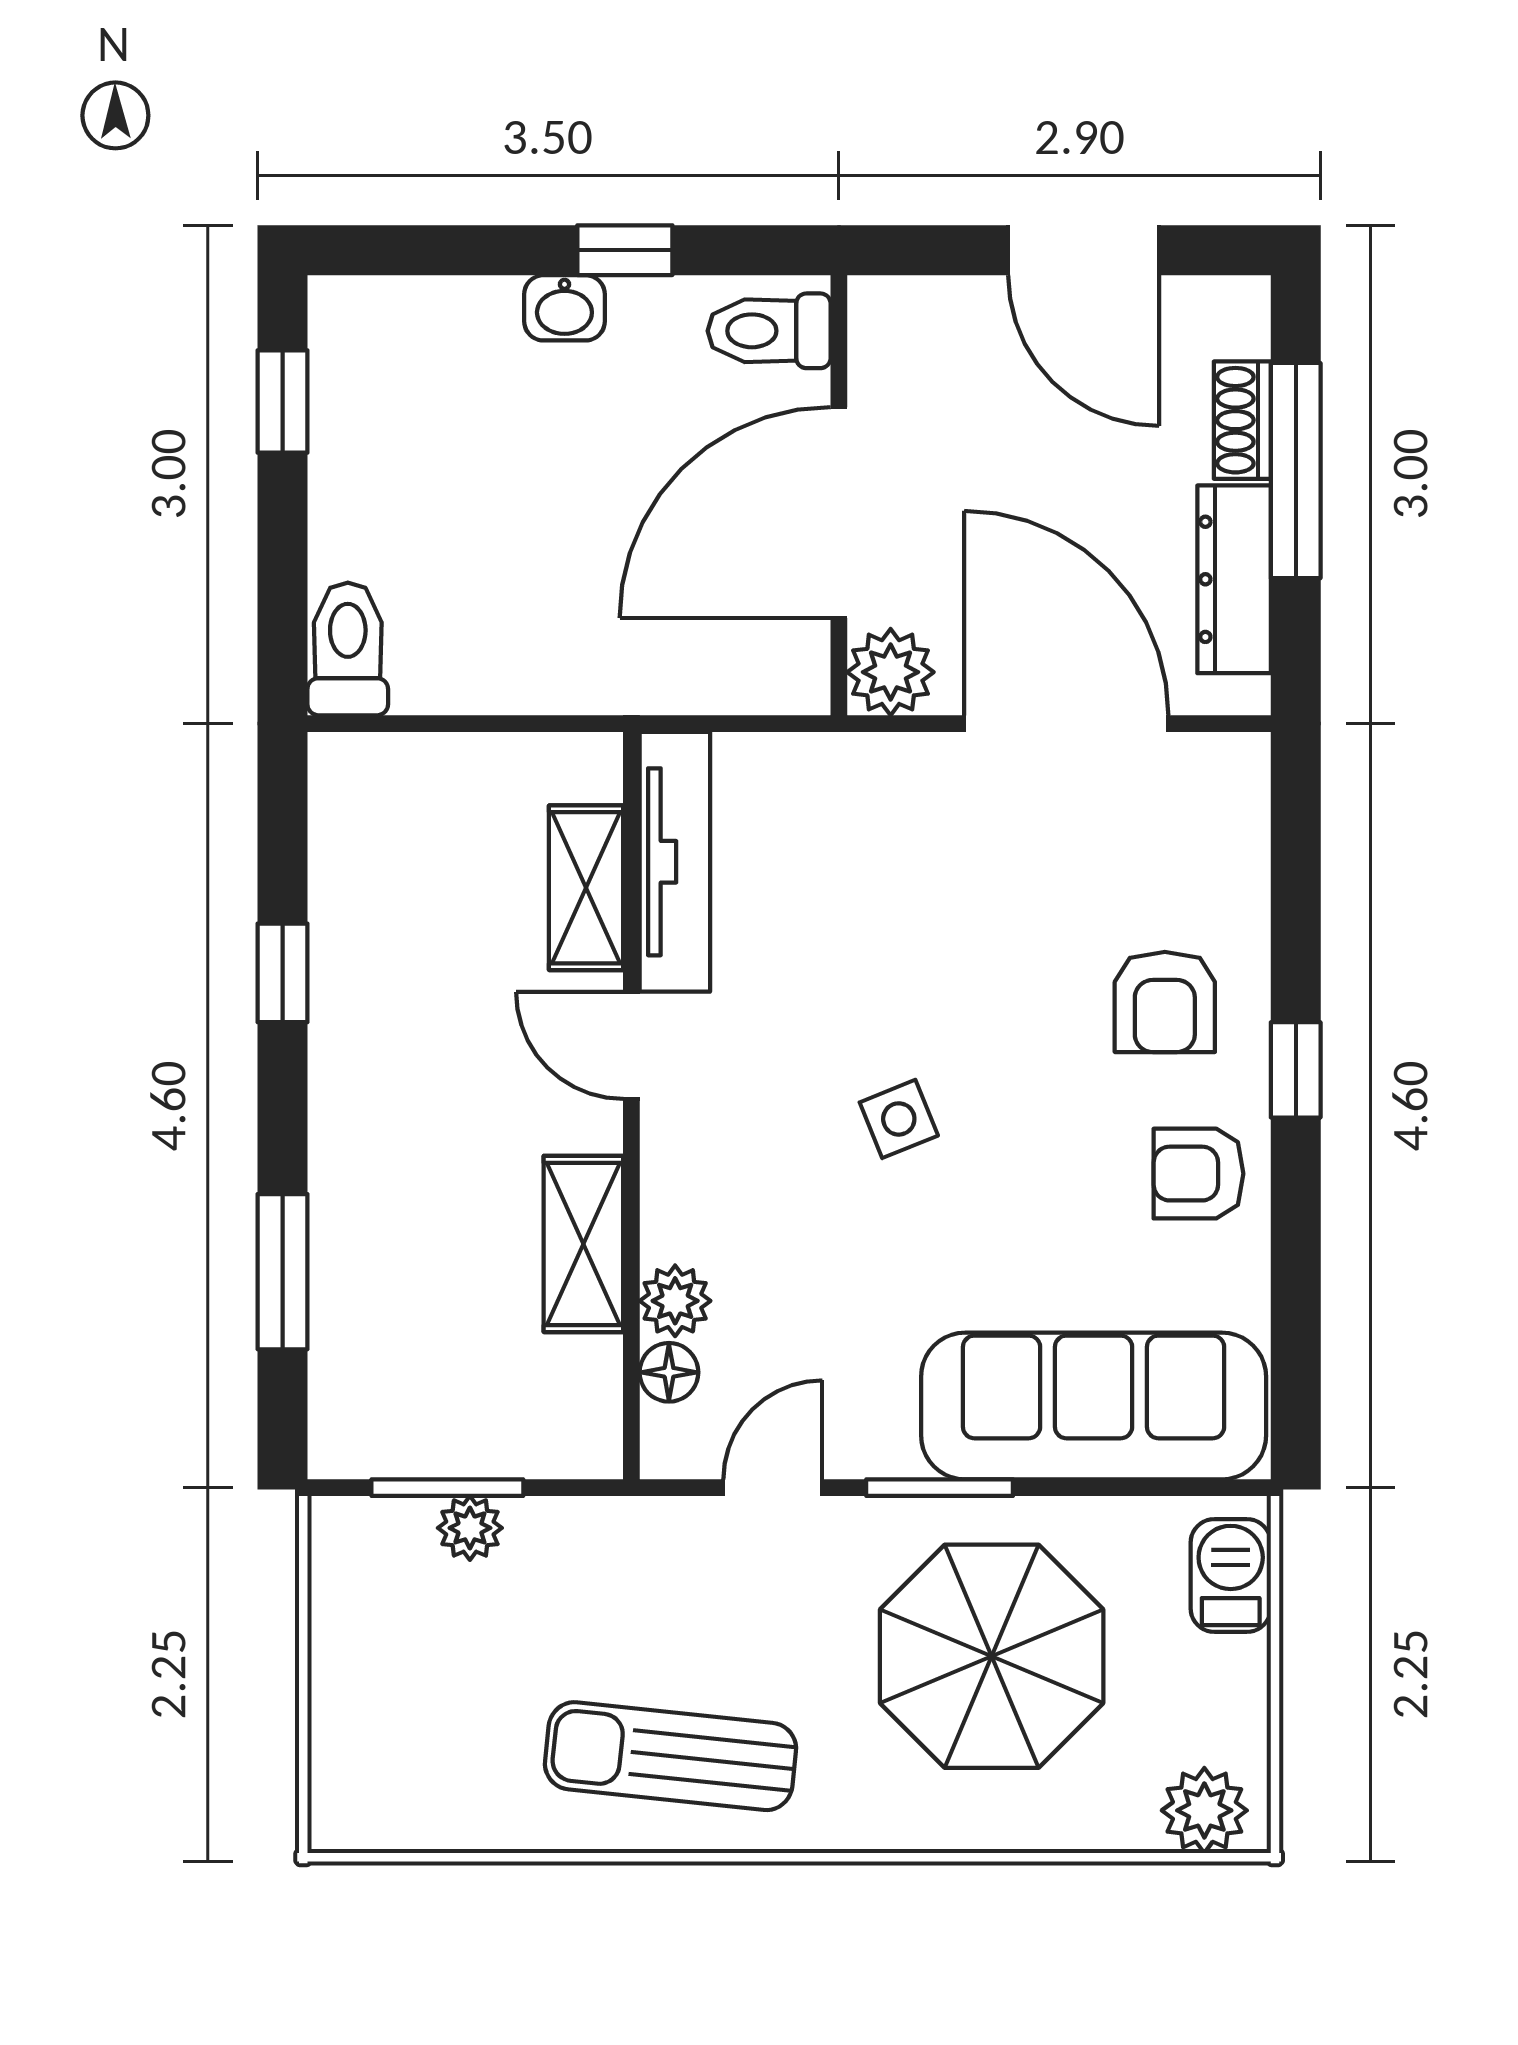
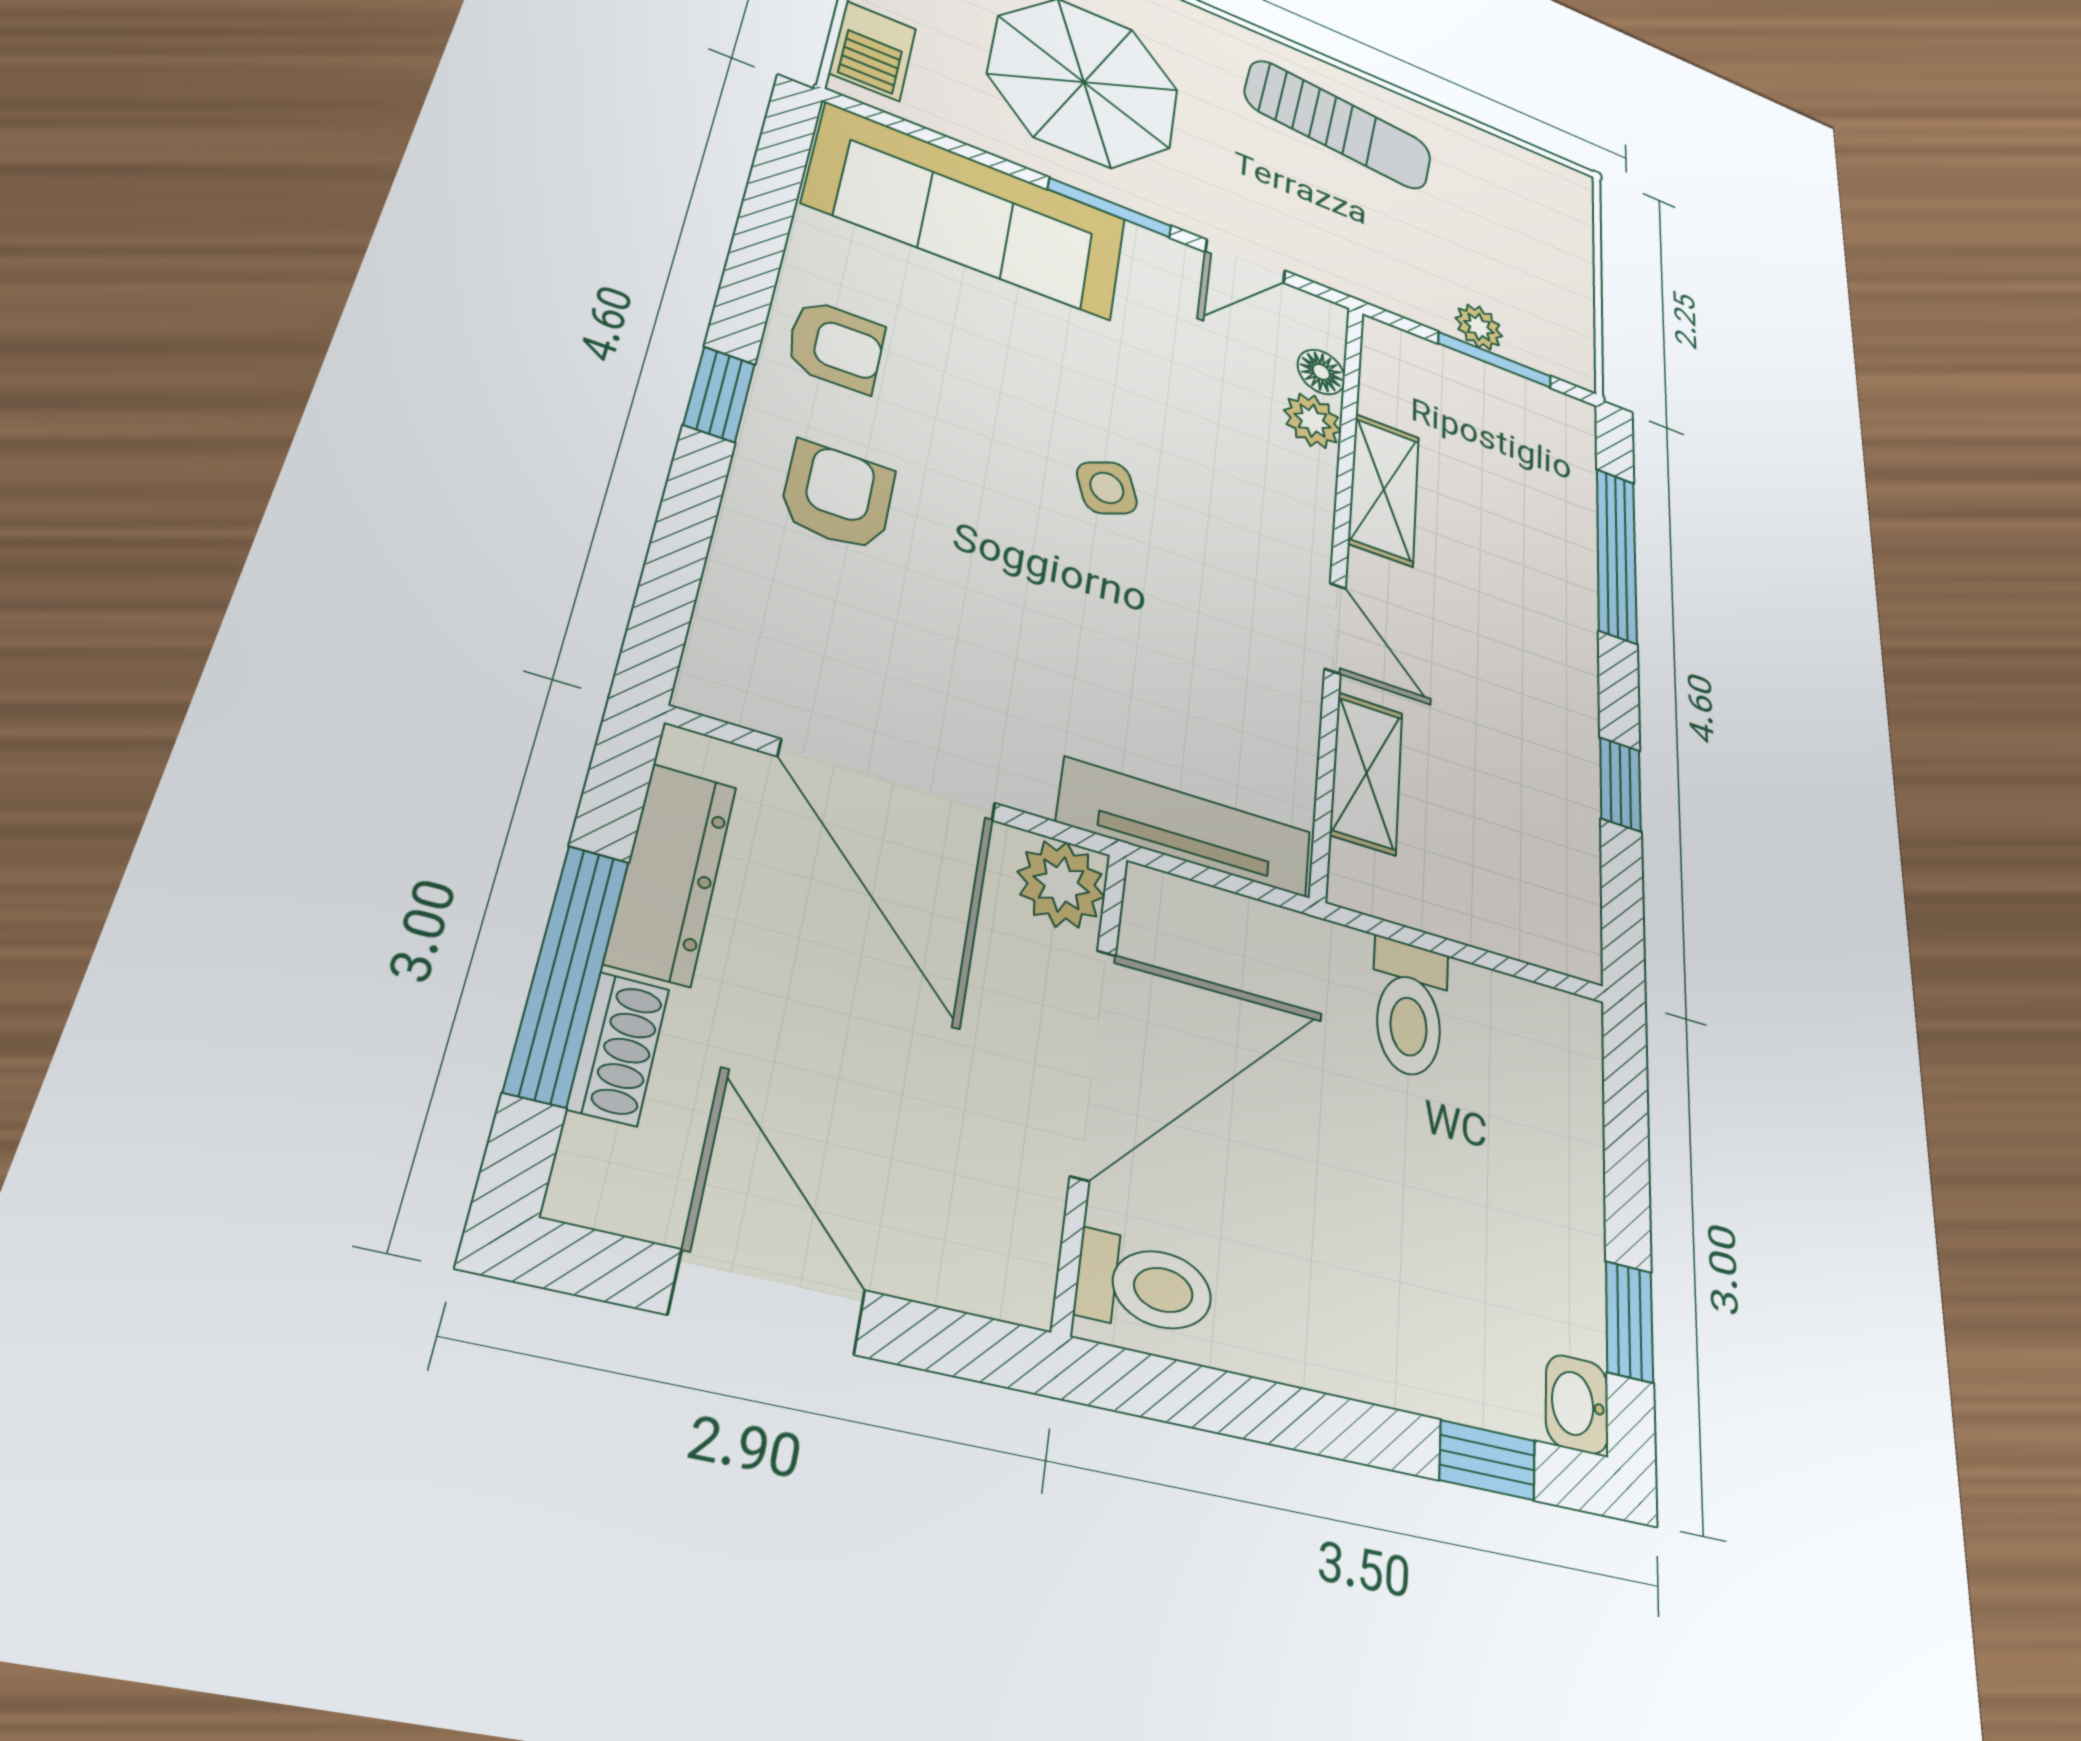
window: (625, 250) -> (1487, 1460), moved
washbasin: (564, 308) -> (1577, 1404), moved, turned -90
toilet: (348, 649) -> (1409, 1008), moved
tv unit: (675, 862) -> (1186, 827), moved, turned 90
window: (283, 1272) -> (1617, 555), width x1.44

